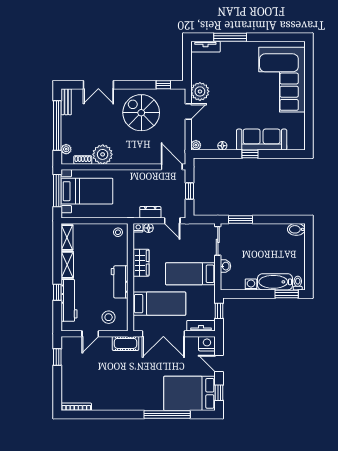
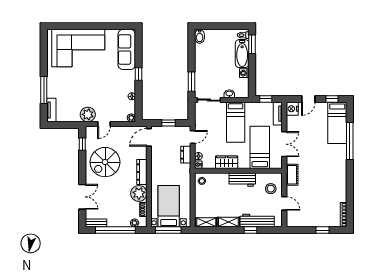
door: (188, 111) -> (104, 124), swing flipped
sofa: (262, 140) -> (127, 49), moved
dresser: (129, 158) -> (142, 172), added
double door: (163, 334) -> (284, 144), width x0.73
window: (57, 357) -> (323, 230), moved
bed: (190, 393) -> (337, 123), width x0.67

